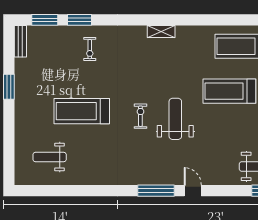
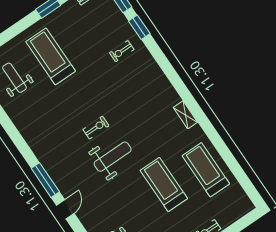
shelving: (161, 32) -> (185, 115), moved
treadmill: (82, 111) -> (51, 56), moved

